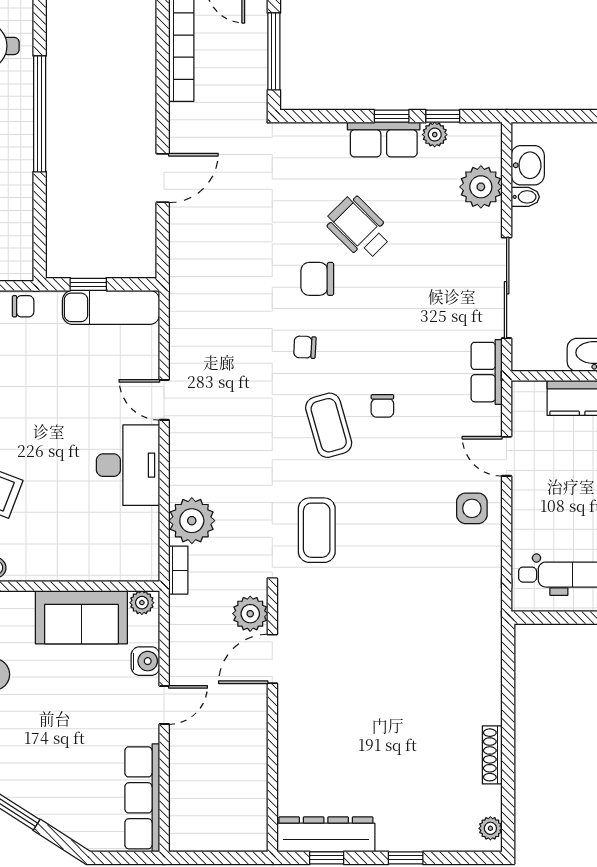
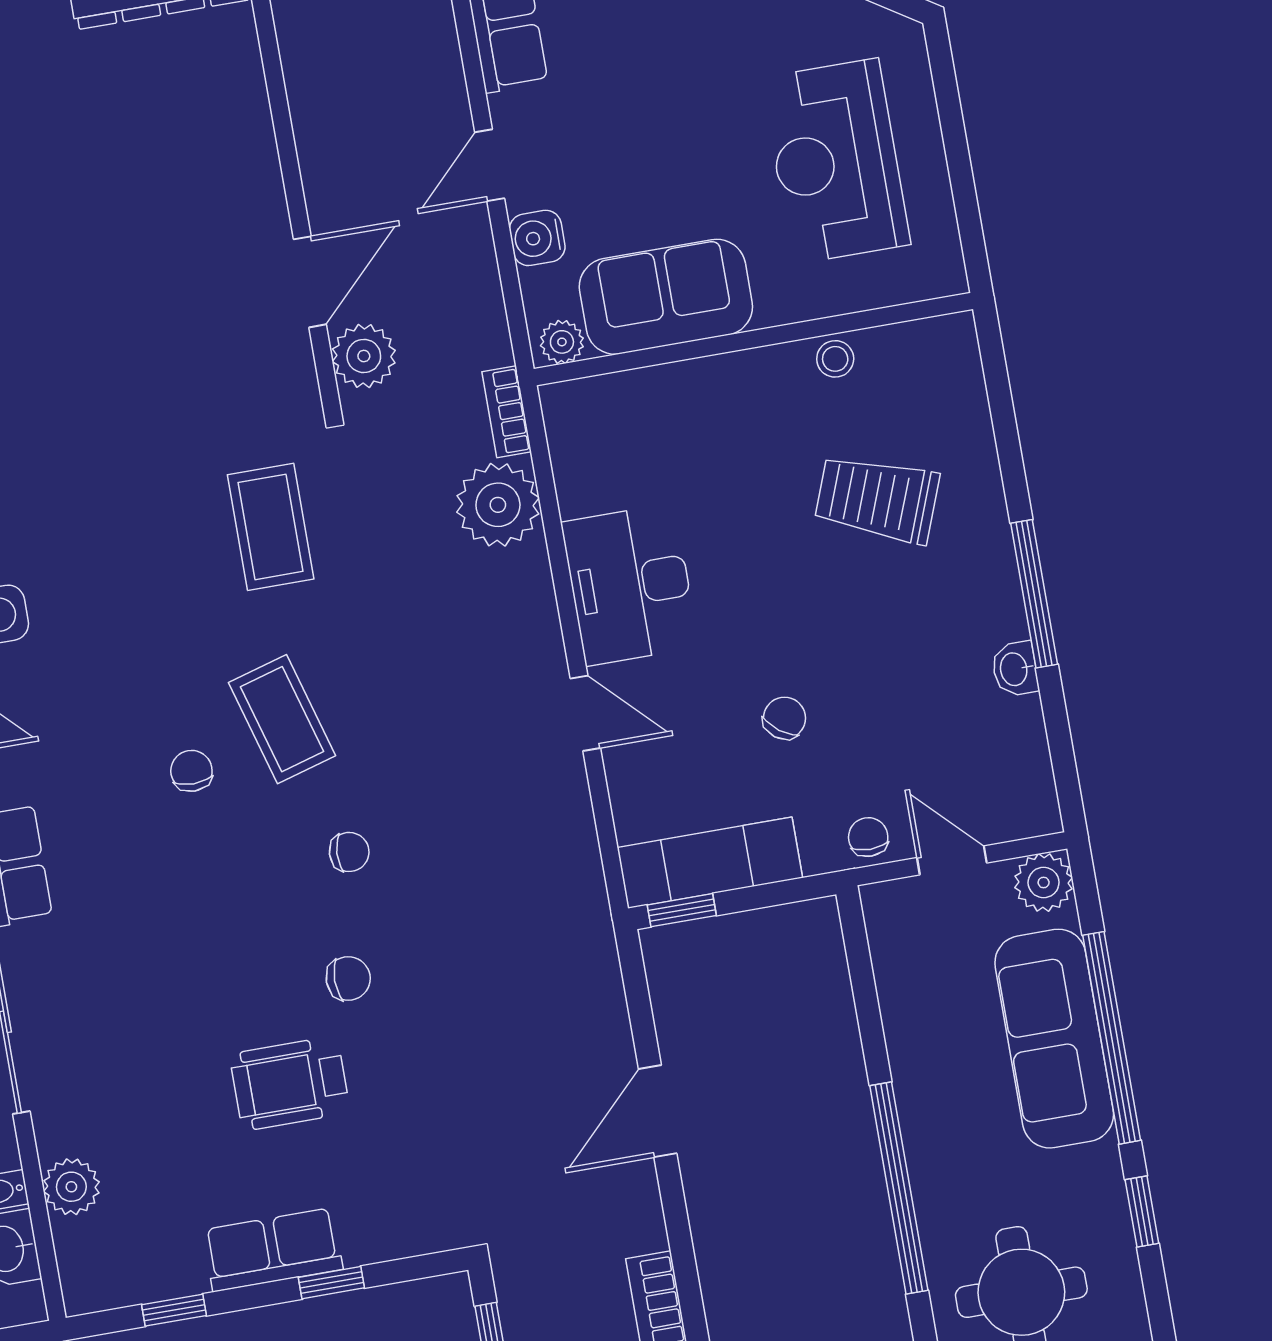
window: (392, 116) -> (331, 1283), moved
plant: (435, 135) -> (183, 1275), removed
plant: (481, 187) -> (71, 1187), width x0.73, depth x0.73
wheelchair: (359, 228) -> (290, 1083), turned 135
chair: (317, 279) -> (348, 979), width x0.73, depth x0.73
window: (88, 284) -> (682, 910), moved
chair: (23, 306) -> (868, 837), turned 90
chair: (57, 378) -> (784, 718), added

